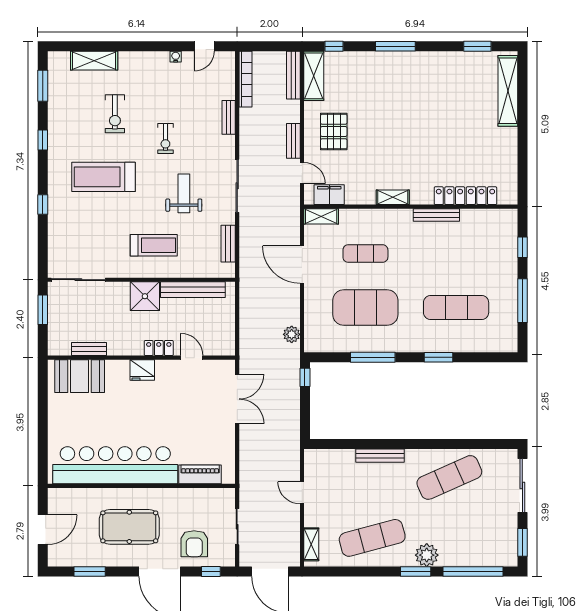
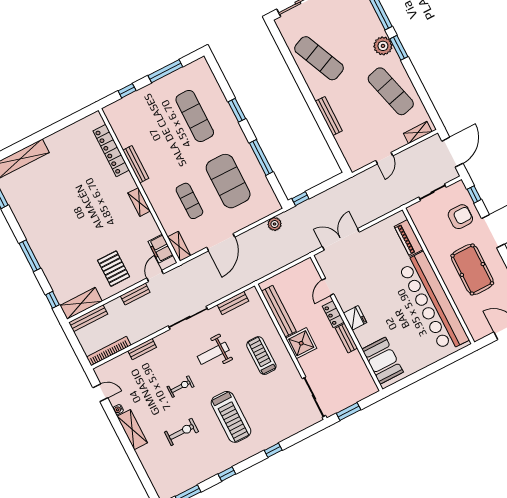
shelving: (94, 61) -> (132, 430), moved
pallet: (334, 132) -> (114, 269), turned 90
bench: (89, 349) -> (346, 338), moved

